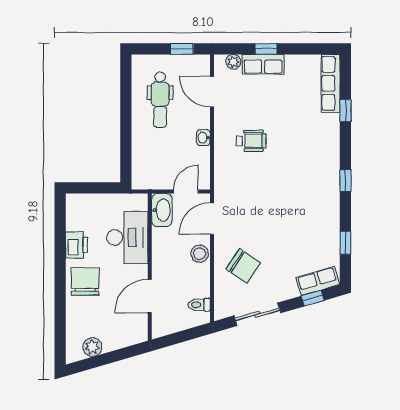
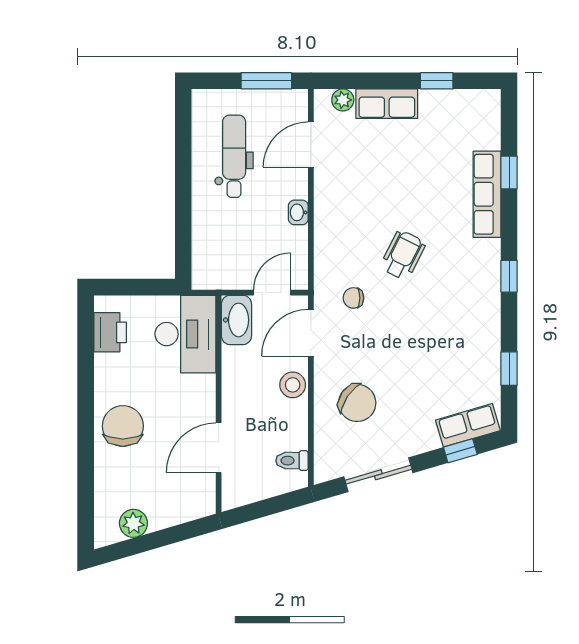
window: (182, 49) -> (266, 81), width x1.50
window: (266, 49) -> (437, 81), moved
row of seats: (331, 83) -> (487, 194), moved
door: (212, 92) -> (311, 145), hinge flipped
dental chair: (160, 100) -> (234, 156), turned 180
wheelchair: (251, 141) -> (403, 255), moved, turned -63
chair: (241, 195) -> (353, 298), added
desk: (127, 237) -> (185, 334), moved
printer: (77, 245) -> (110, 332), moved

